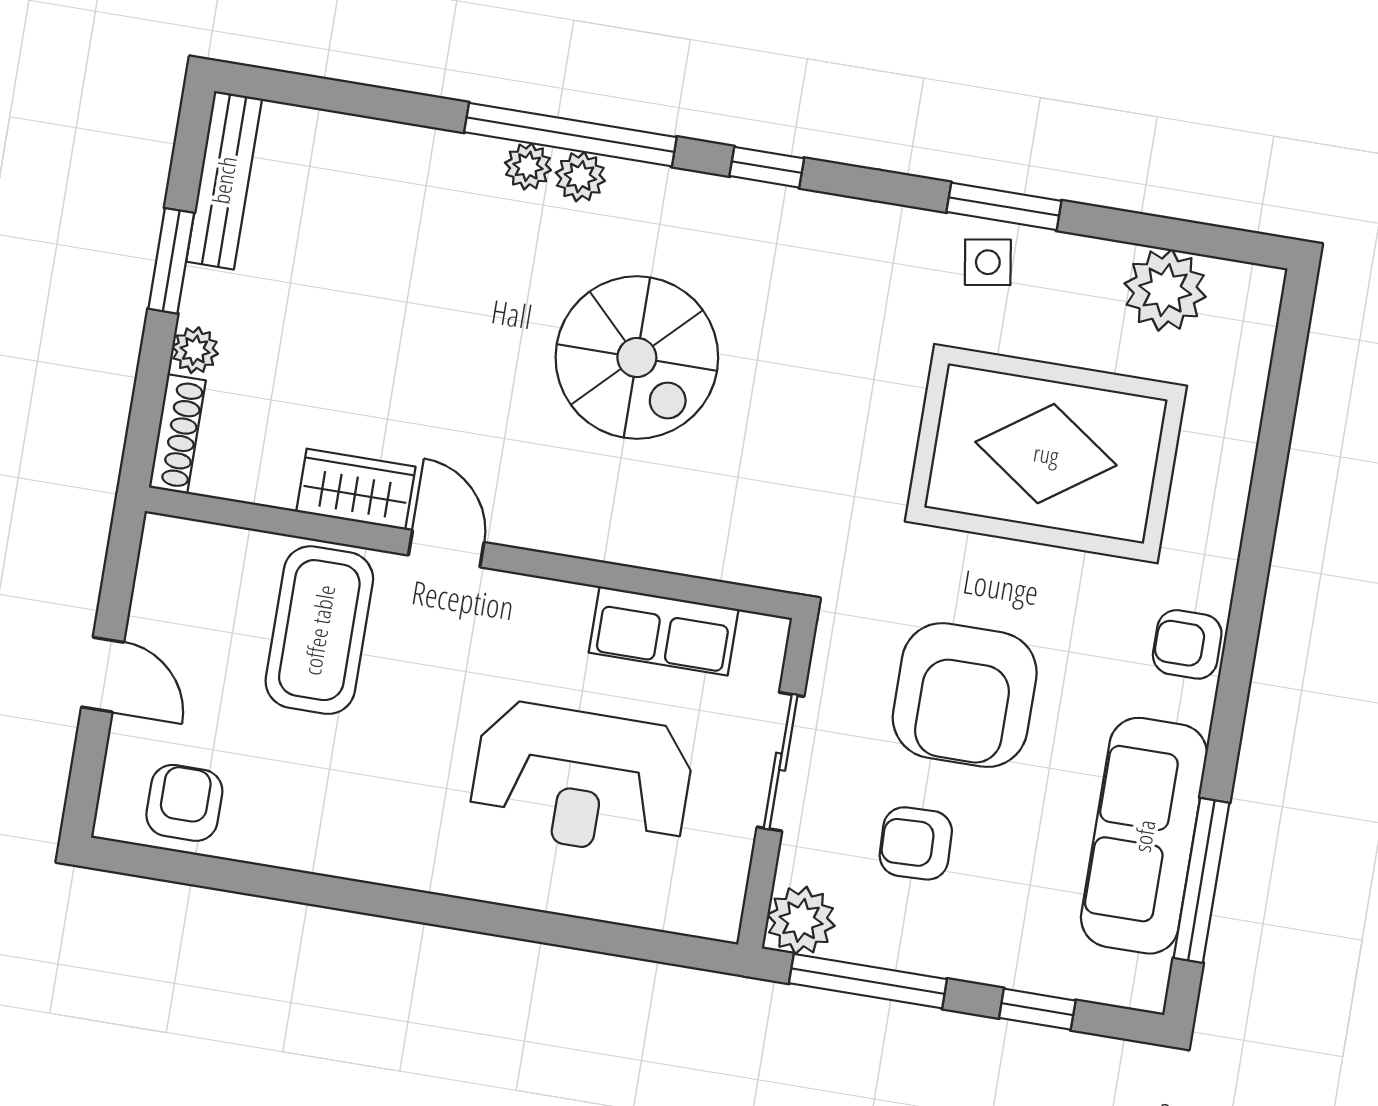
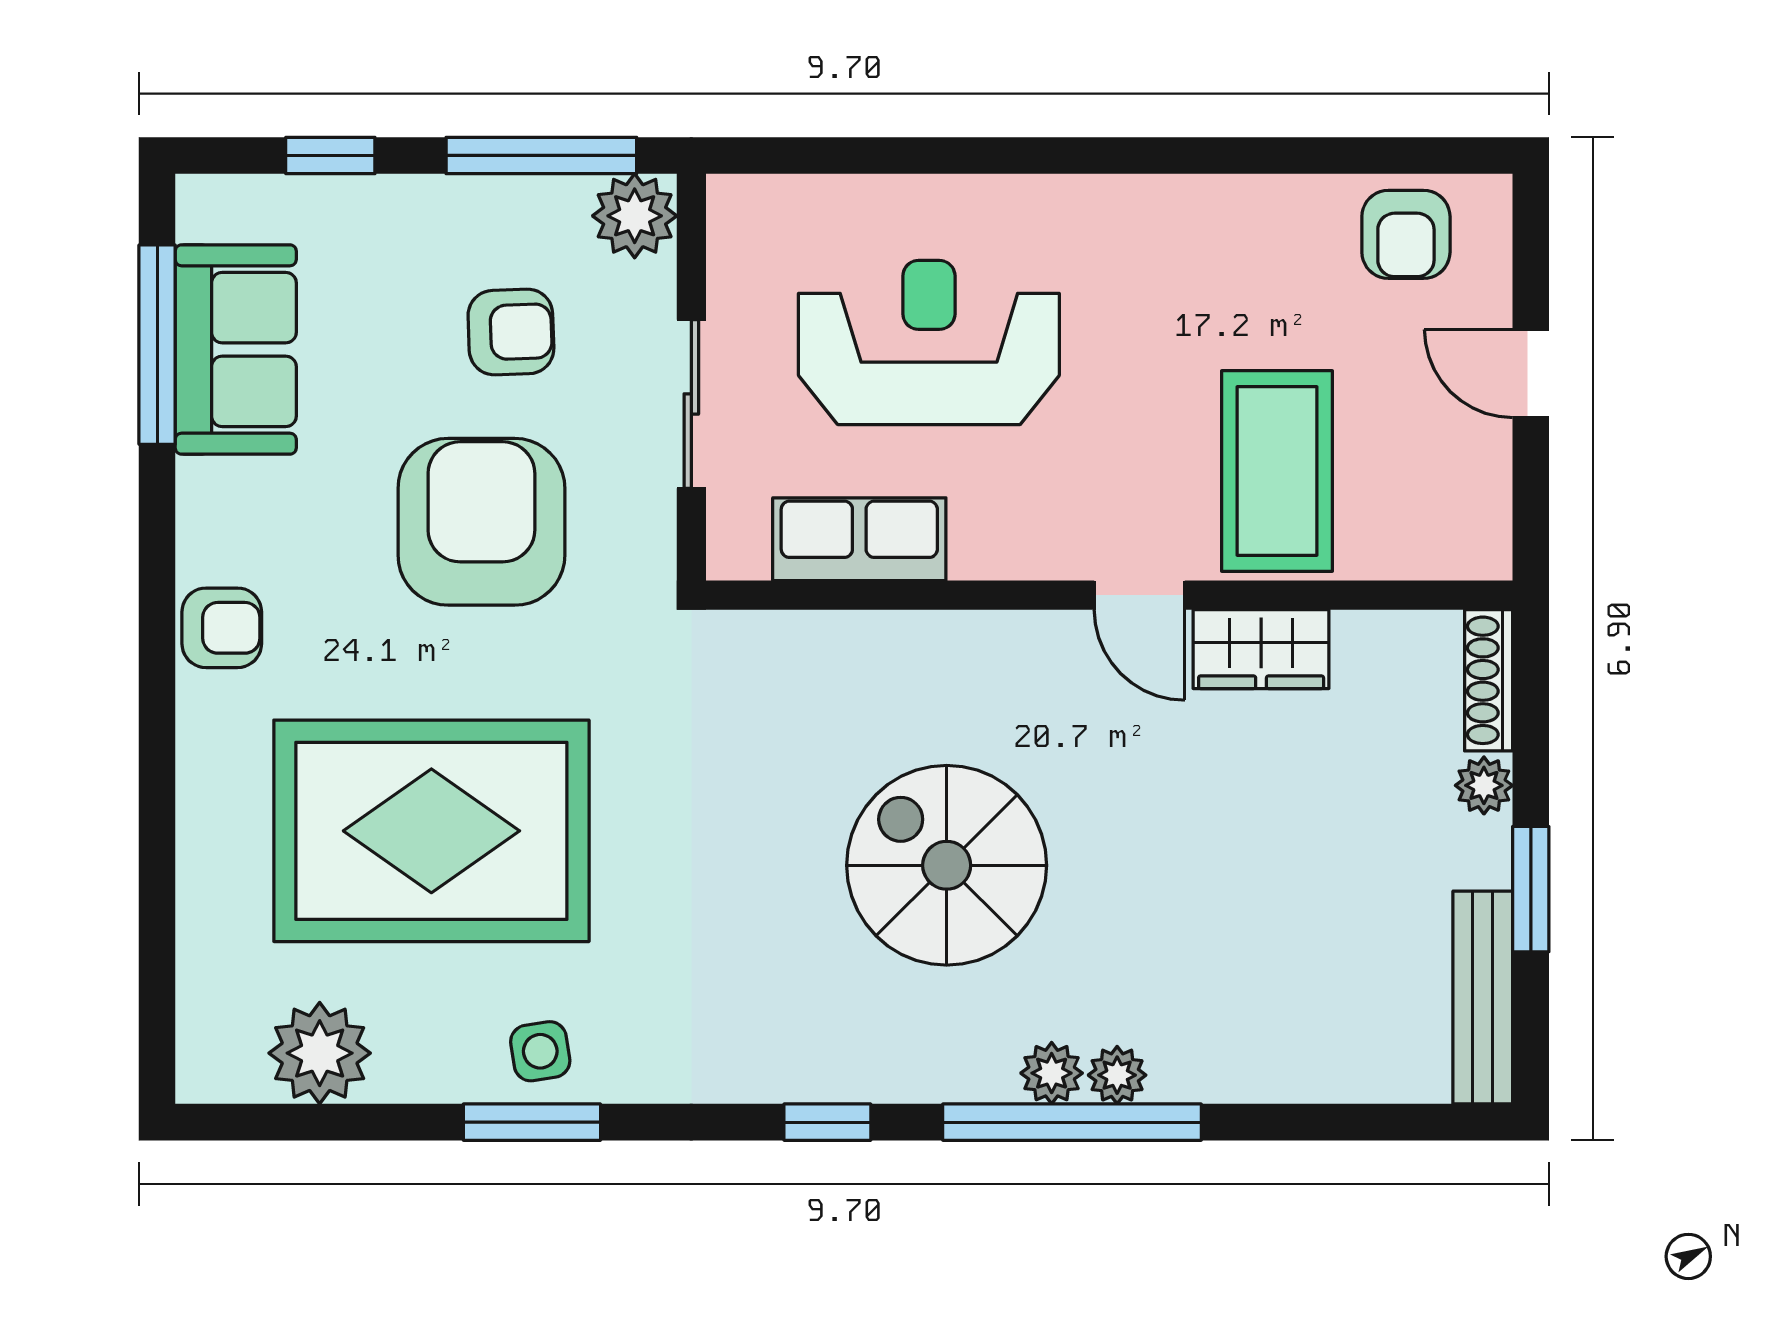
sofa: (1144, 836) -> (236, 349), width x0.73

